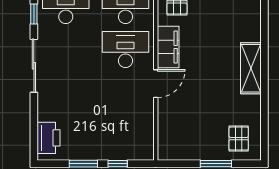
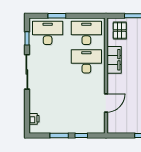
door: (156, 84) -> (106, 103), moved
printer: (48, 138) -> (34, 119), width x0.53, depth x0.68

